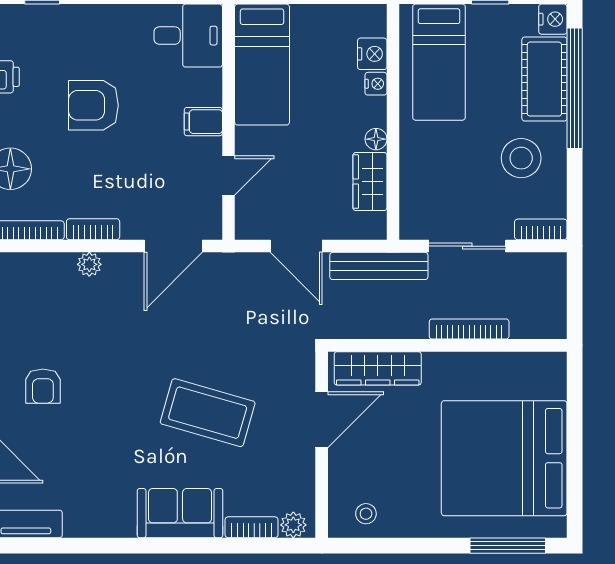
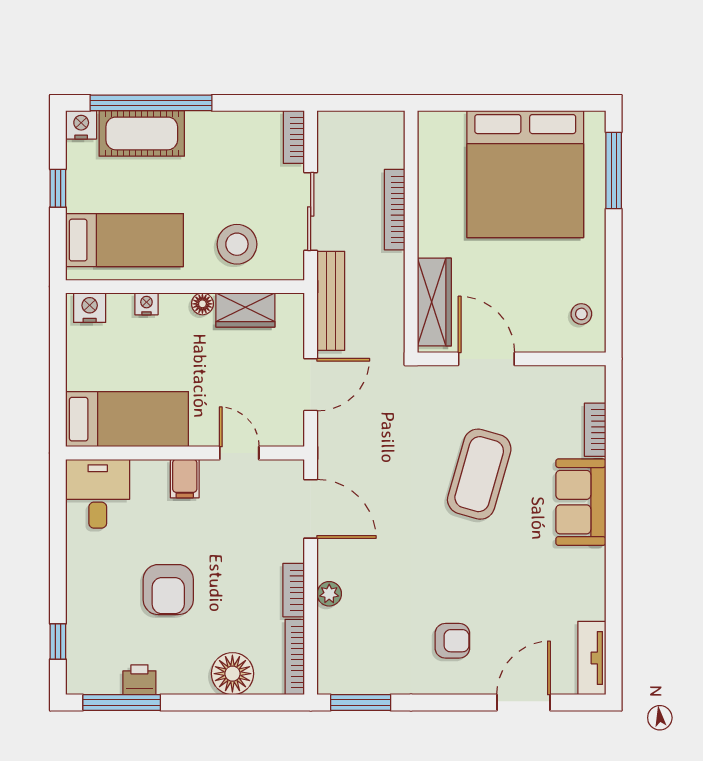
nightstand: (372, 54) -> (90, 308), moved
stool: (521, 158) -> (237, 244), moved
plant: (293, 525) -> (593, 387), removed

